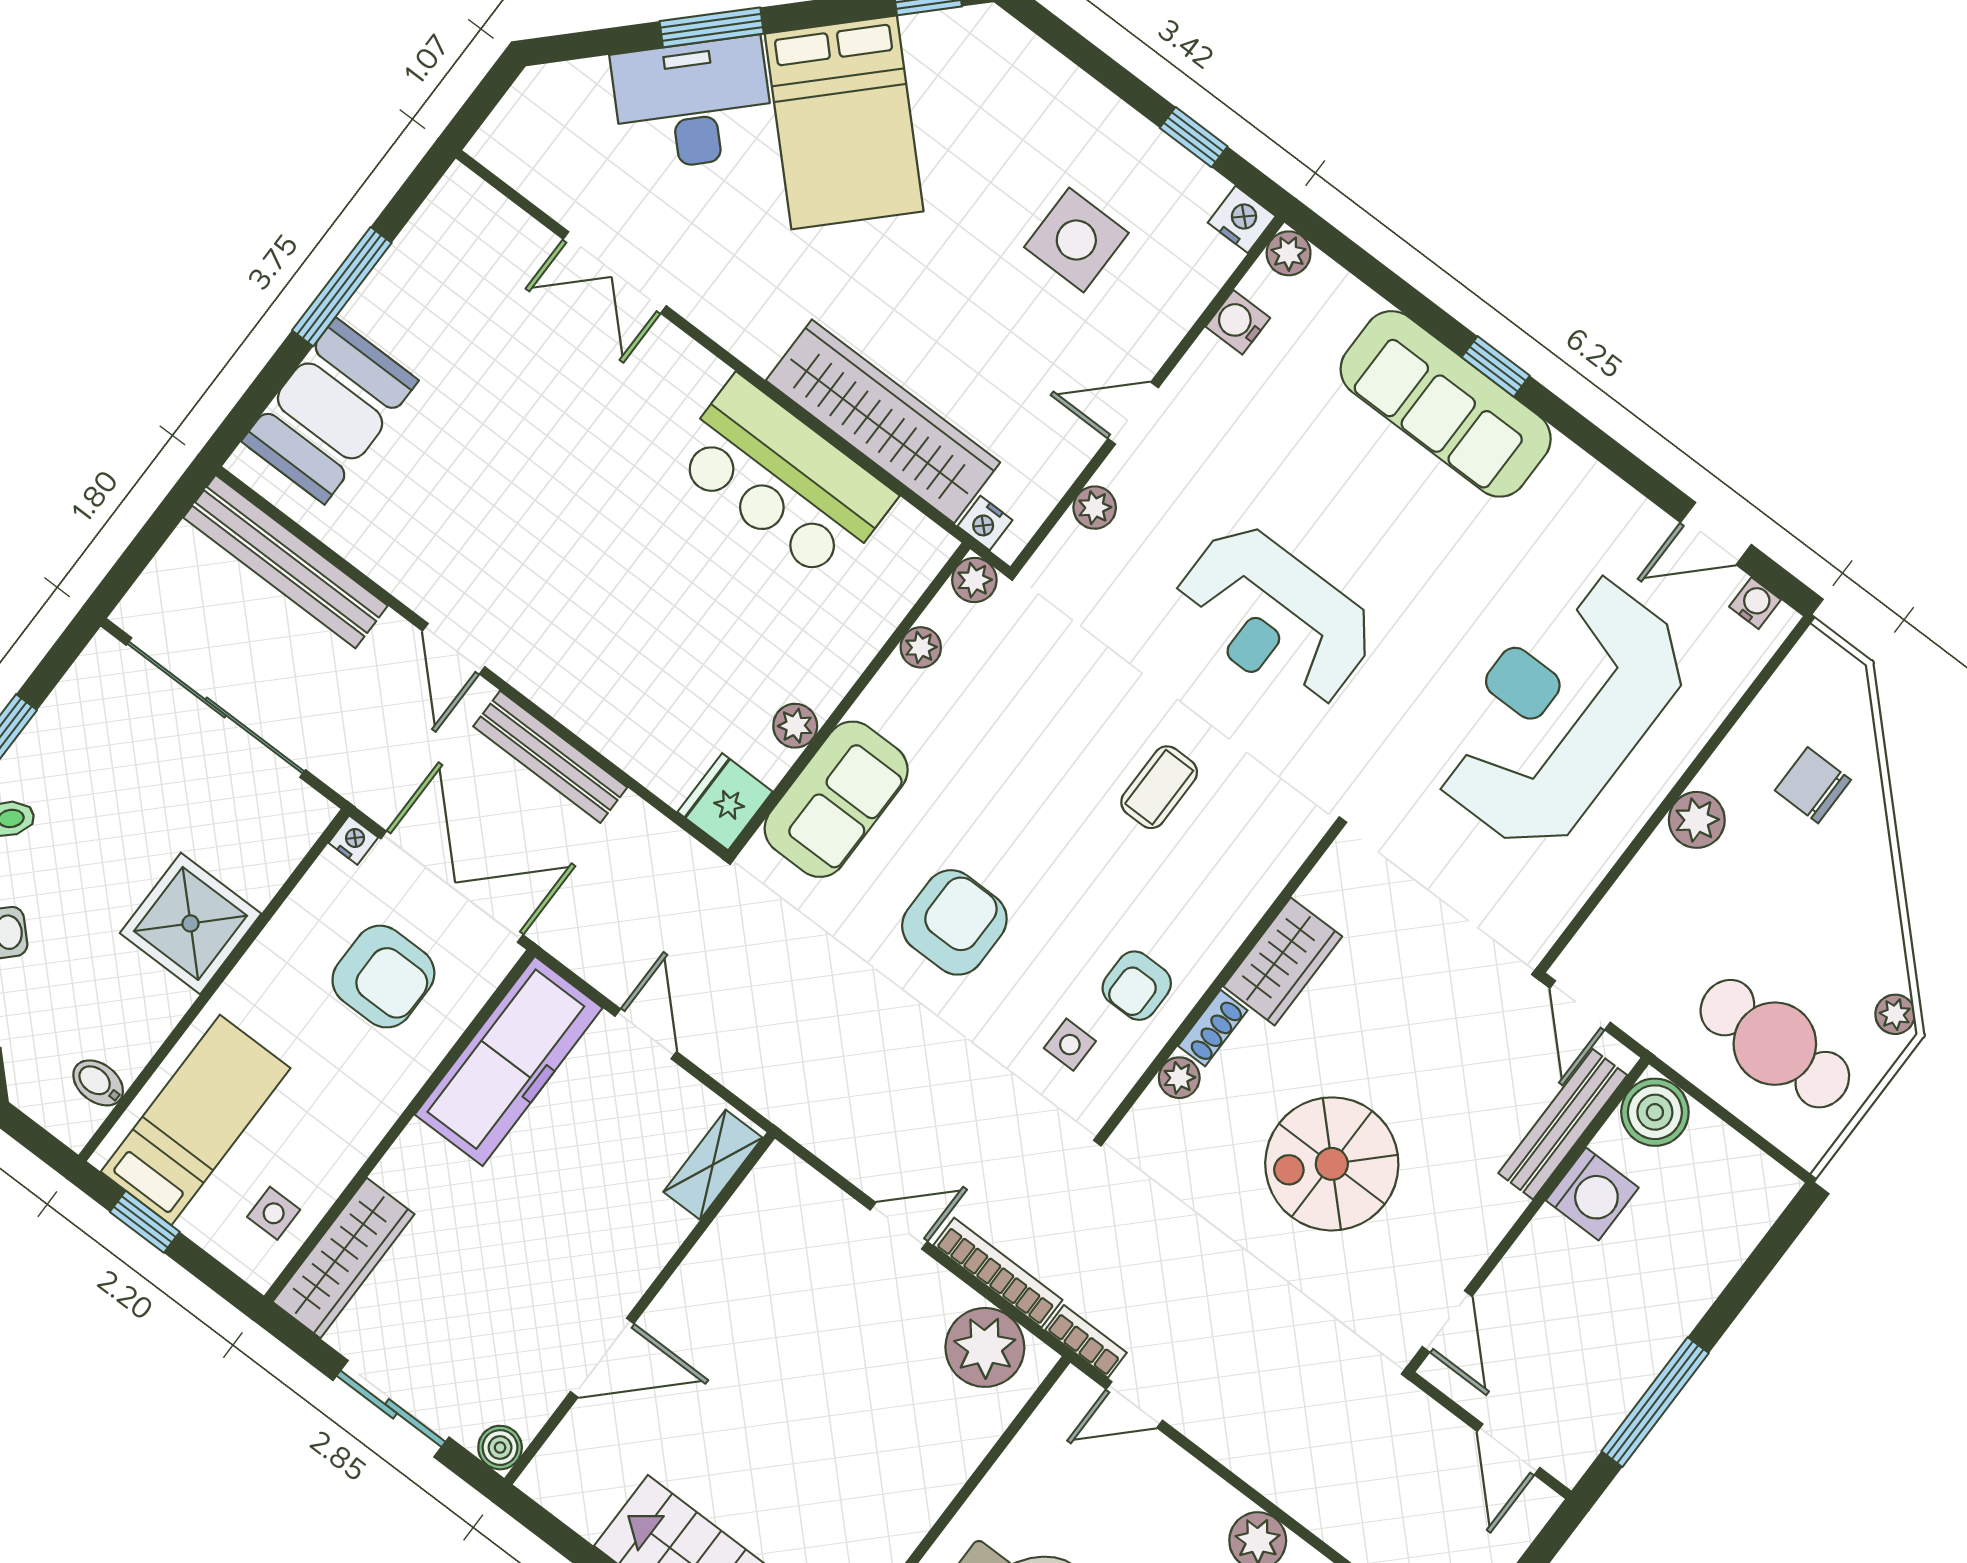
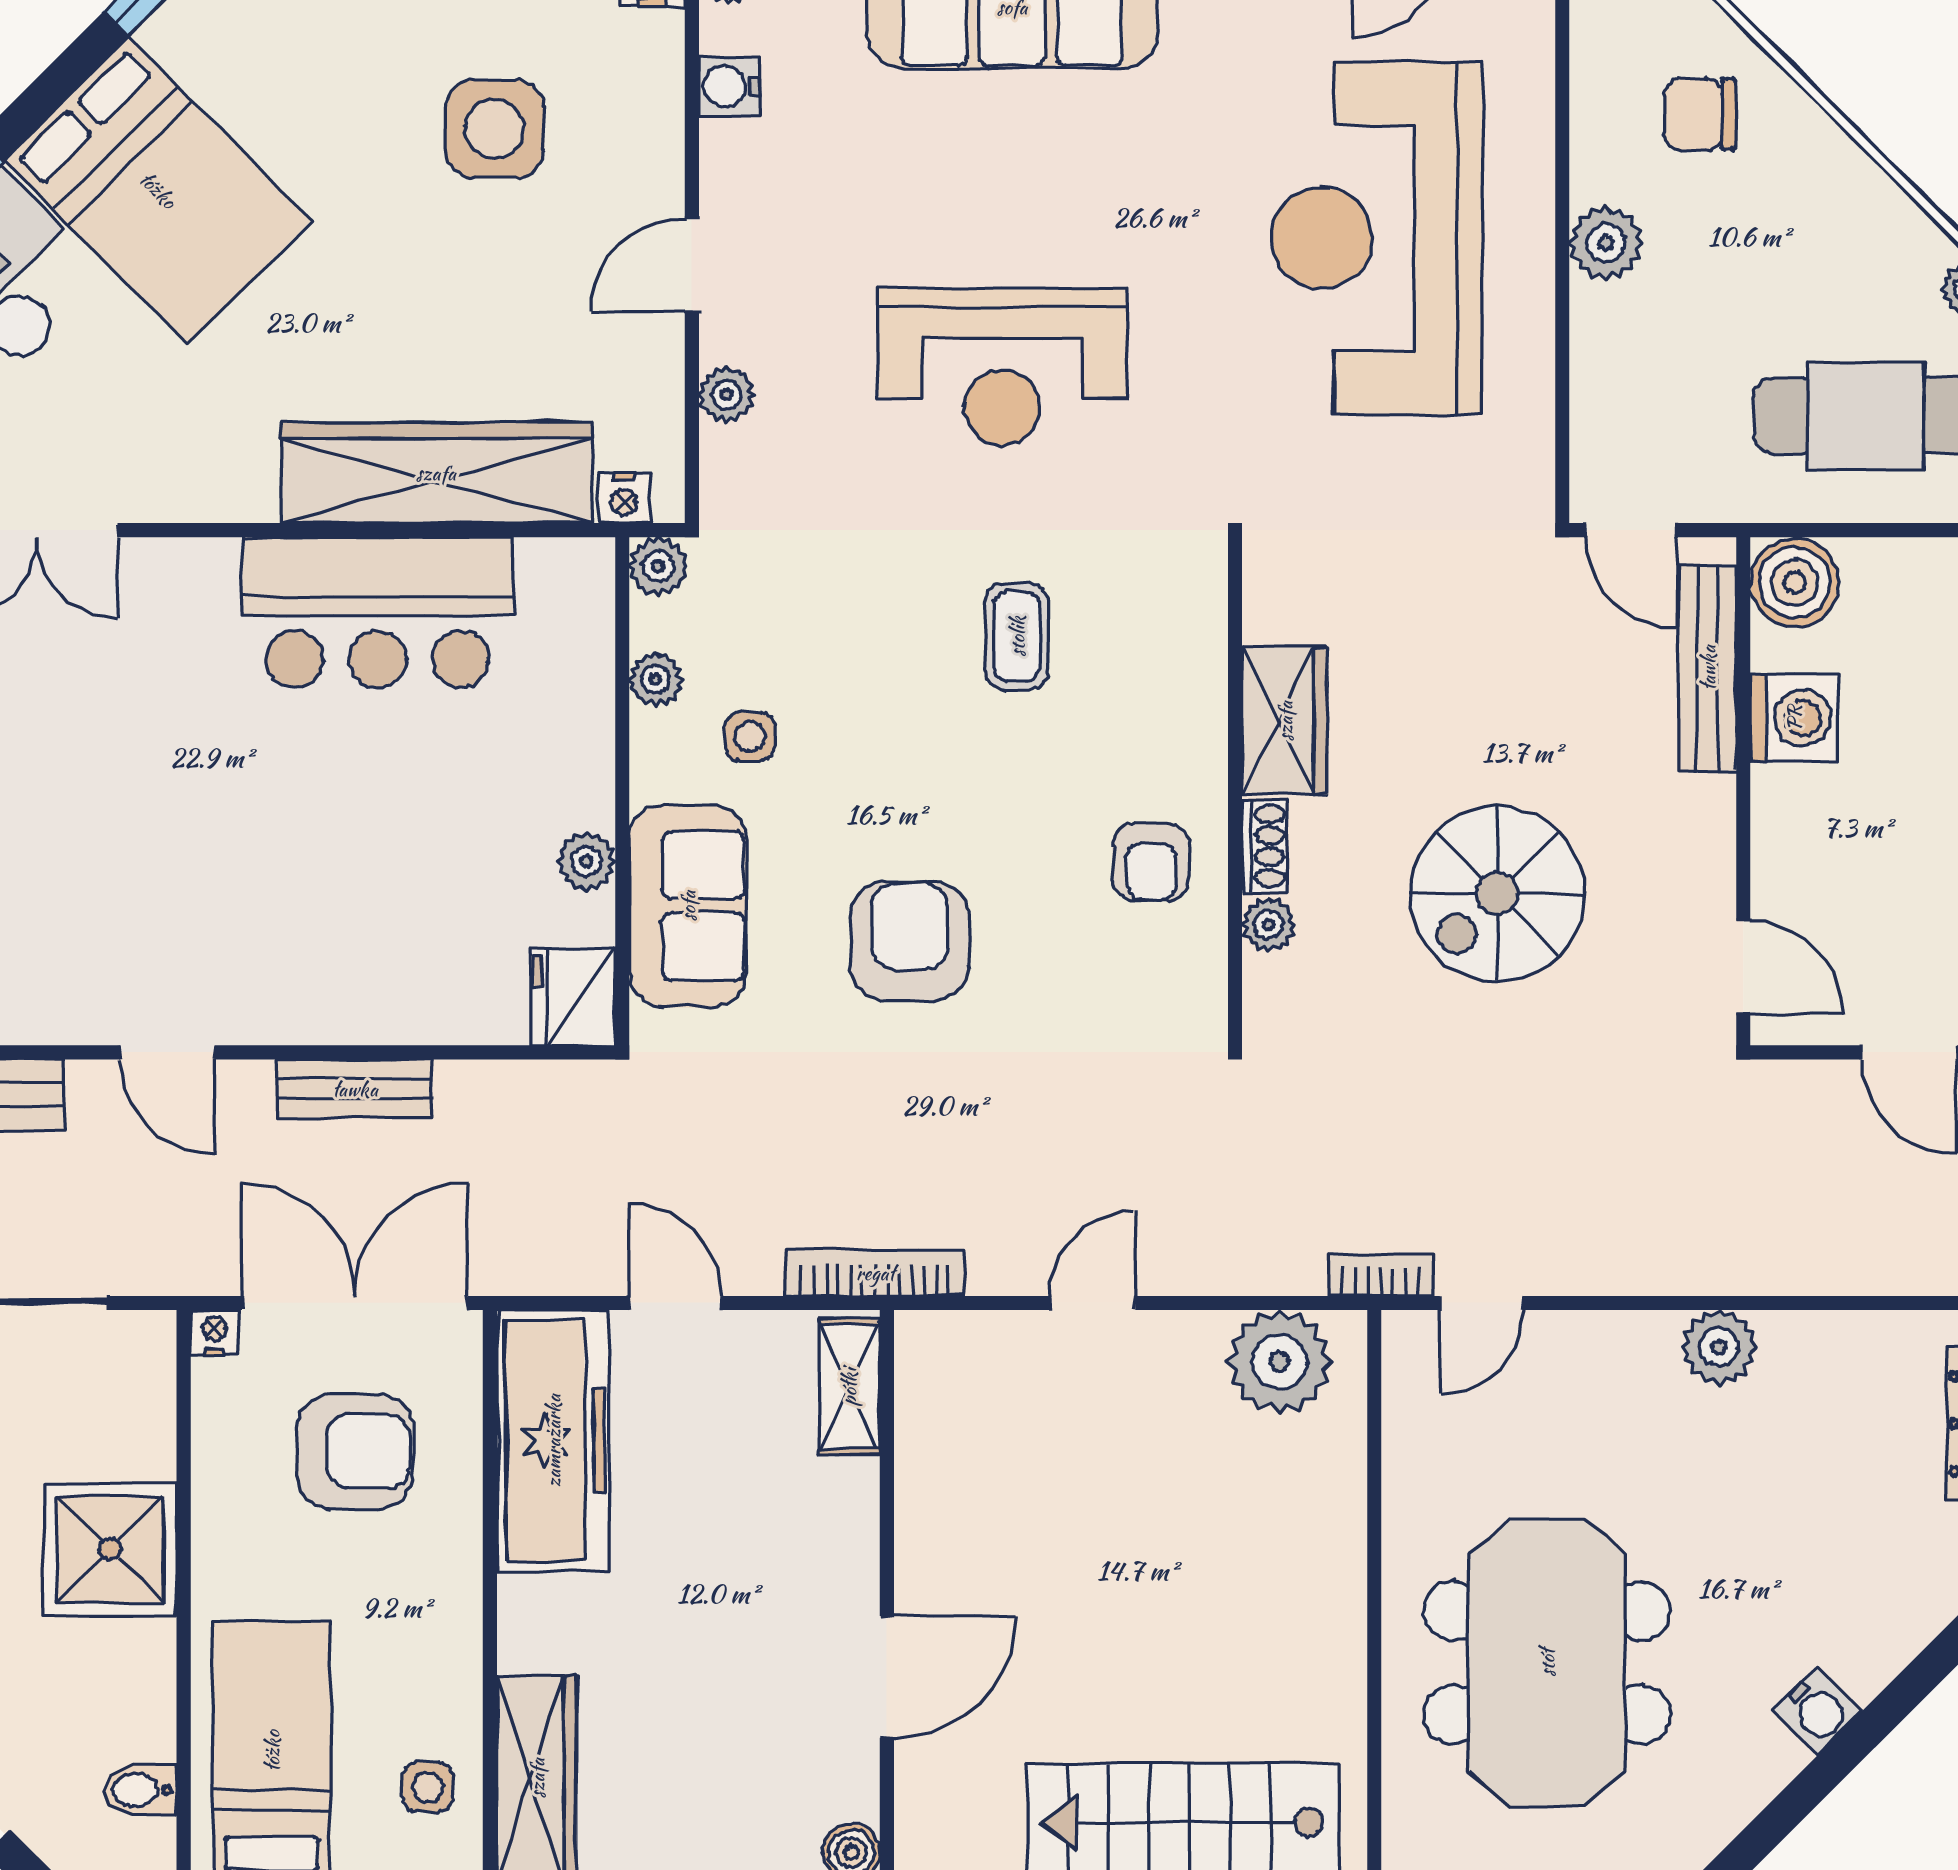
bench: (550, 757) -> (355, 1089), width x0.73
side table: (1070, 1045) -> (750, 737), moved
bookcase: (998, 1273) -> (875, 1273), moved

